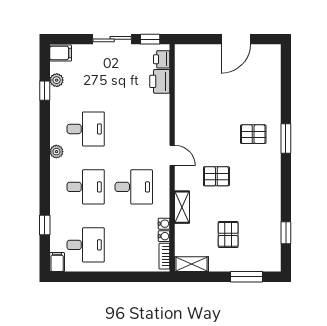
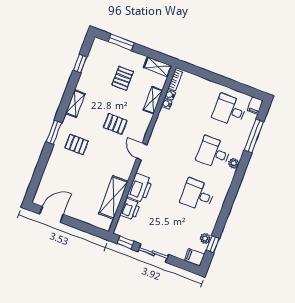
door: (236, 39) -> (51, 214), moved
printer: (162, 59) -> (140, 188), moved, width x1.87, depth x1.48
shelving: (185, 87) -> (113, 197), added
window: (45, 91) -> (213, 244), moved
plant: (56, 152) -> (234, 163), moved
shelving: (273, 182) -> (75, 104), added
desk: (134, 187) -> (178, 139), removed
shelving: (182, 207) -> (153, 100), moved
window: (45, 225) -> (254, 136), width x2.17

